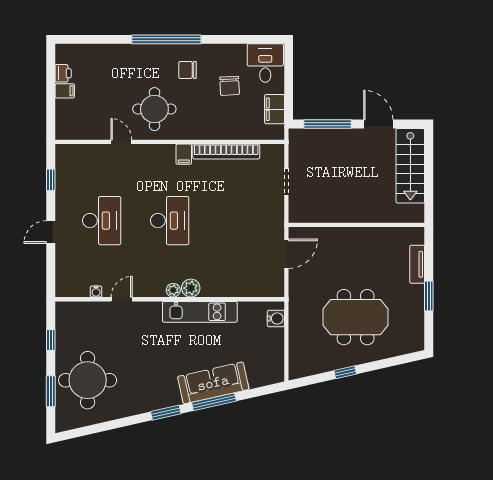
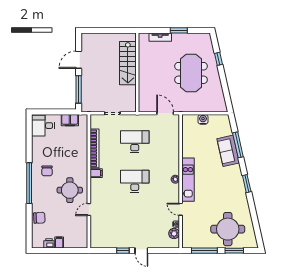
chair: (230, 86) -> (39, 218), moved
stairs: (410, 166) -> (128, 63), moved, turned 90
window: (51, 180) -> (123, 251), moved
desk: (102, 221) -> (135, 142), moved
door: (286, 254) -> (165, 113), moved
plant: (191, 288) -> (174, 234), moved
kitchen unit: (200, 312) -> (188, 180), moved
water cooler: (276, 318) -> (203, 119), moved
window: (51, 340) -> (204, 251), width x2.17
window: (345, 372) -> (219, 59), moved
sofa: (213, 383) -> (228, 151), width x0.73
window: (214, 402) -> (238, 145), moved

